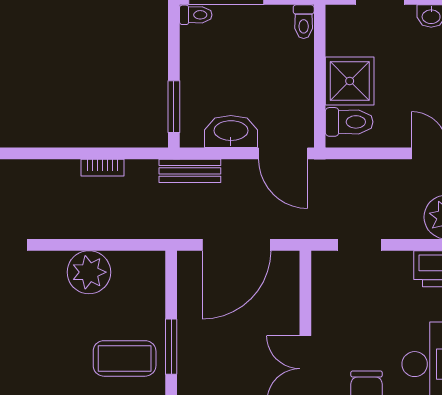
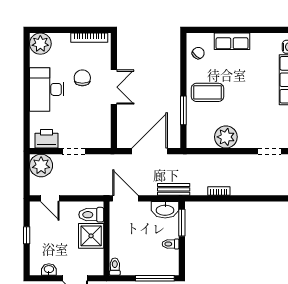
toilet: (196, 15) -> (171, 244), moved
washbasin: (231, 132) -> (165, 210), moved
doorway: (359, 245) -> (74, 151), moved
window: (171, 347) -> (183, 110), moved

